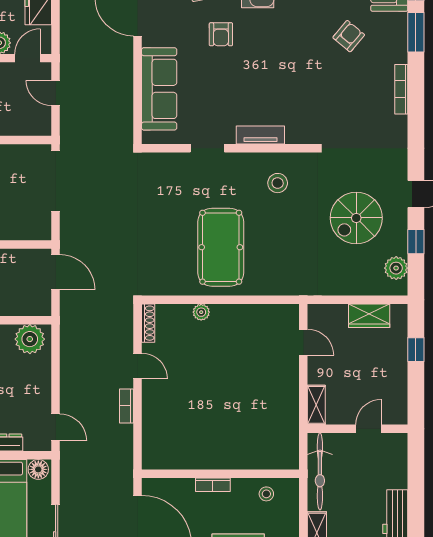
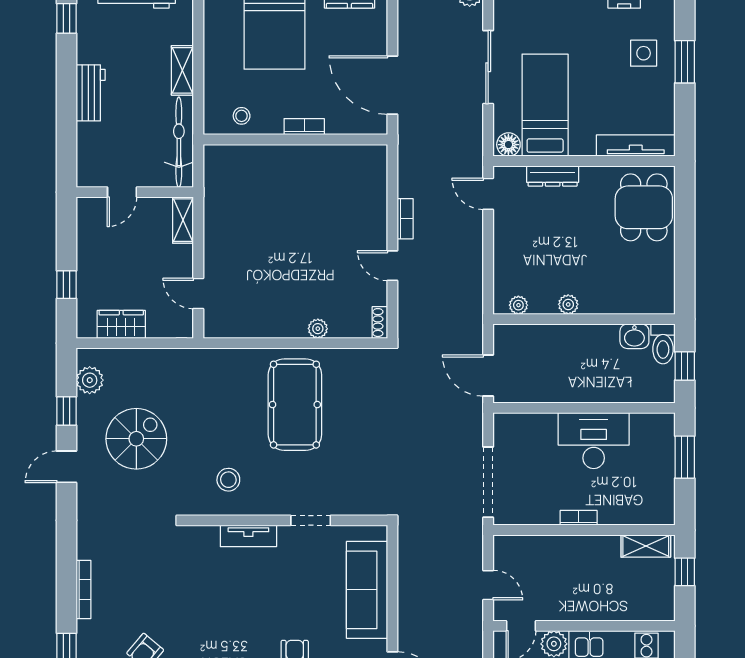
shoe rack: (148, 323) -> (380, 323), width x0.70
plant: (30, 339) -> (518, 305), width x0.53, depth x0.53

